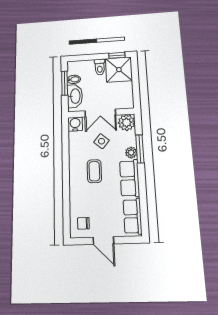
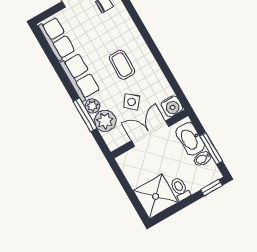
window: (117, 55) -> (212, 188), moved
plant: (127, 123) -> (105, 121), moved

